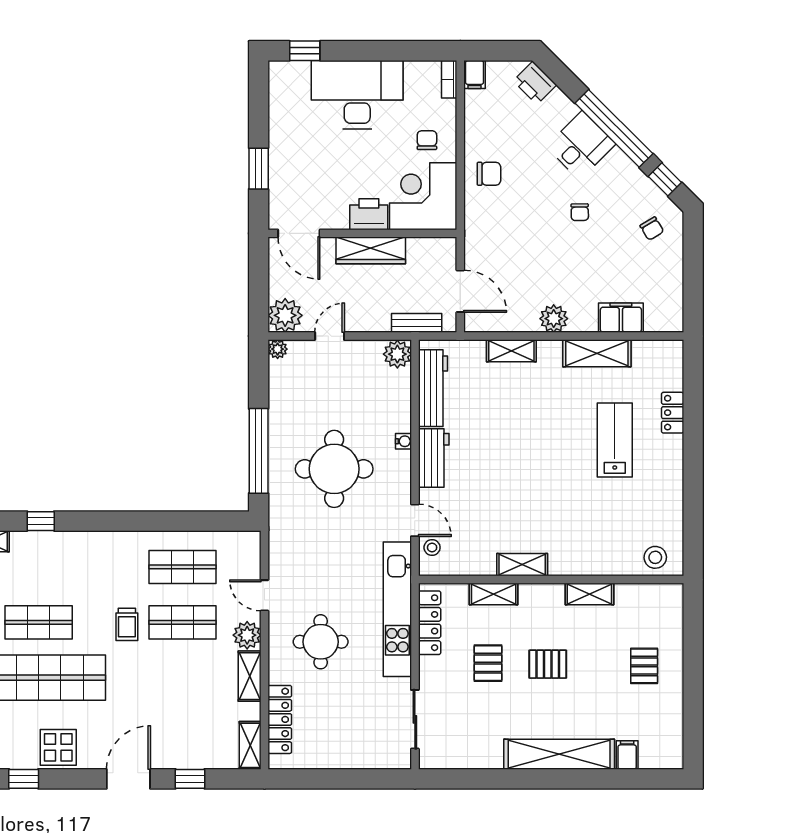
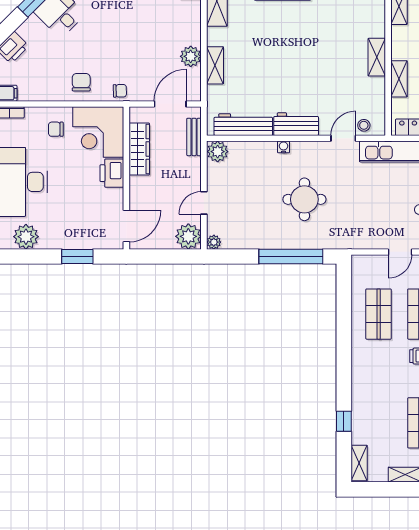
plant: (285, 101) -> (26, 237), added
chair: (580, 212) -> (120, 91), moved
wardrobe: (371, 250) -> (139, 149), moved
plant: (554, 319) -> (191, 56), moved
door: (330, 336) -> (204, 203), hinge flipped
round table: (334, 469) -> (304, 199), width x0.73, depth x0.73

